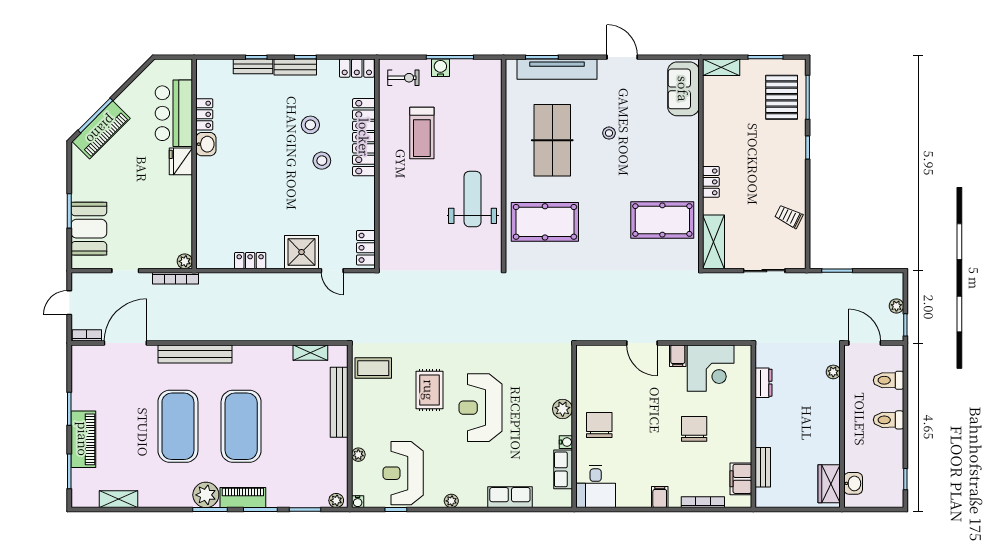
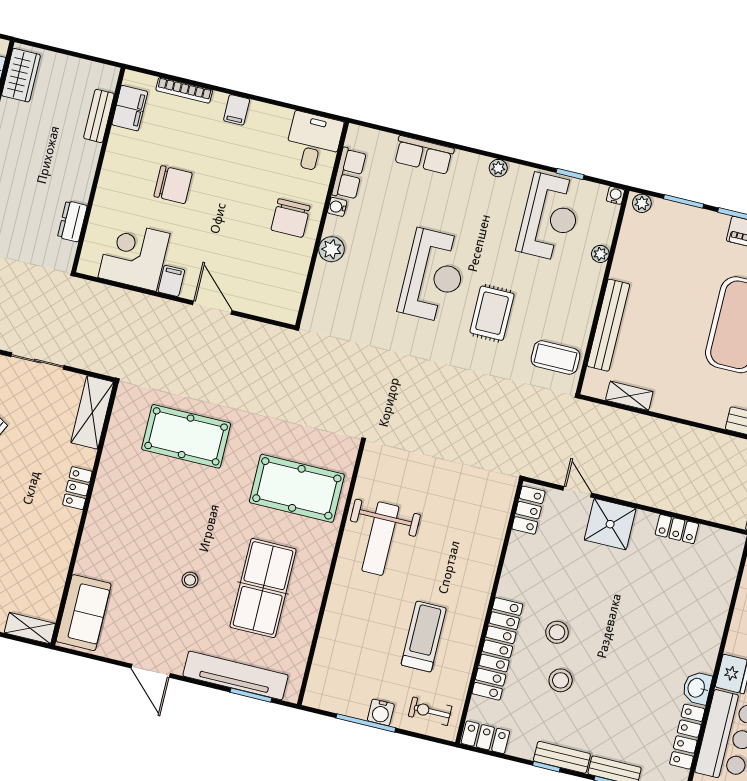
locker: (204, 114) -> (687, 737), width x1.53
pool table: (662, 220) -> (186, 436), moved
chair: (694, 429) -> (173, 185), turned -90

